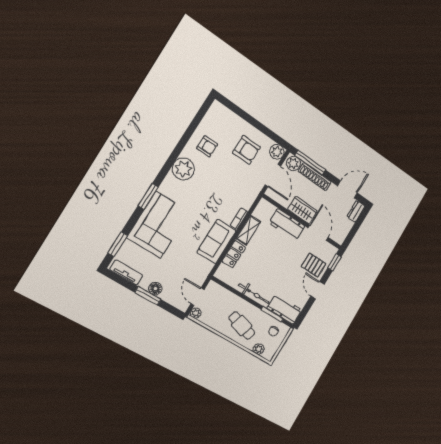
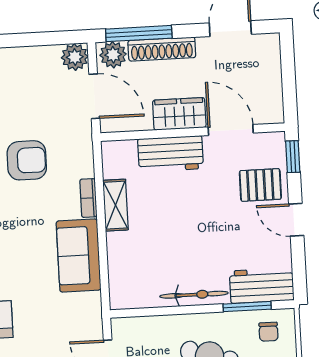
armchair: (247, 150) -> (27, 160), moved
dresser: (356, 211) -> (270, 52), removed
locker: (234, 254) -> (119, 256), removed

